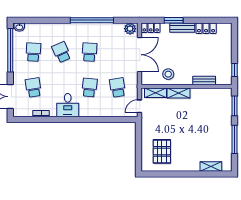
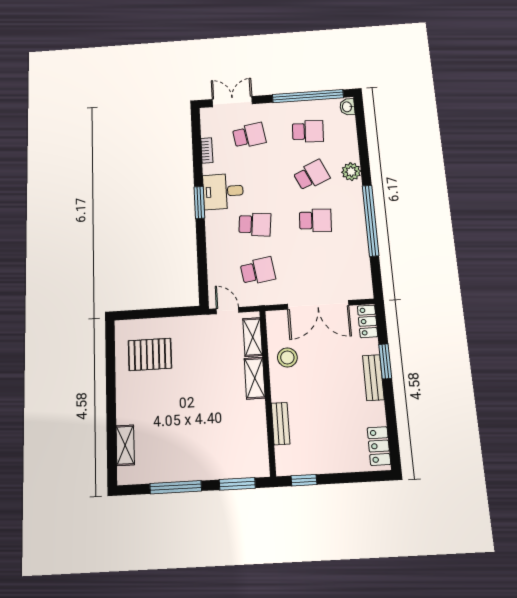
locker: (206, 28) -> (379, 446), moved
plant: (130, 29) -> (351, 172), moved
window: (74, 119) -> (199, 203), added

